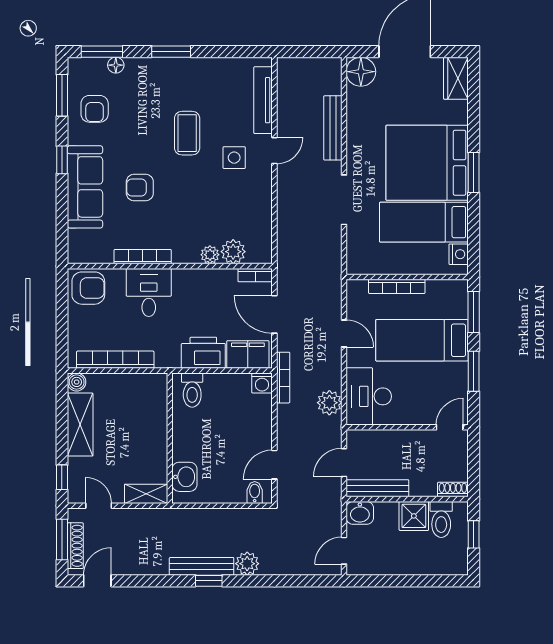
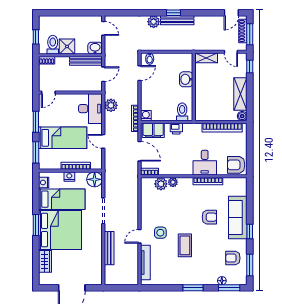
floor lamp: (361, 72) -> (95, 179), moved
wardrobe: (456, 78) -> (45, 261), moved
armchair: (95, 109) -> (233, 258), turned -90
nightstand: (409, 265) -> (69, 177), added
printer: (203, 353) -> (176, 129), width x0.53, depth x0.68
washbasin: (184, 477) -> (186, 79), moved
door: (344, 551) -> (103, 28), hinge flipped

